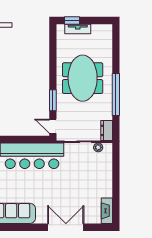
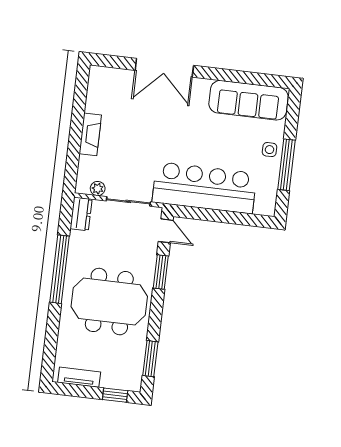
tv unit: (78, 29) -> (79, 377), moved
window: (53, 46) -> (150, 359), added
meeting table: (83, 78) -> (109, 302), turned 90
fireplace: (107, 211) -> (90, 134), moved

